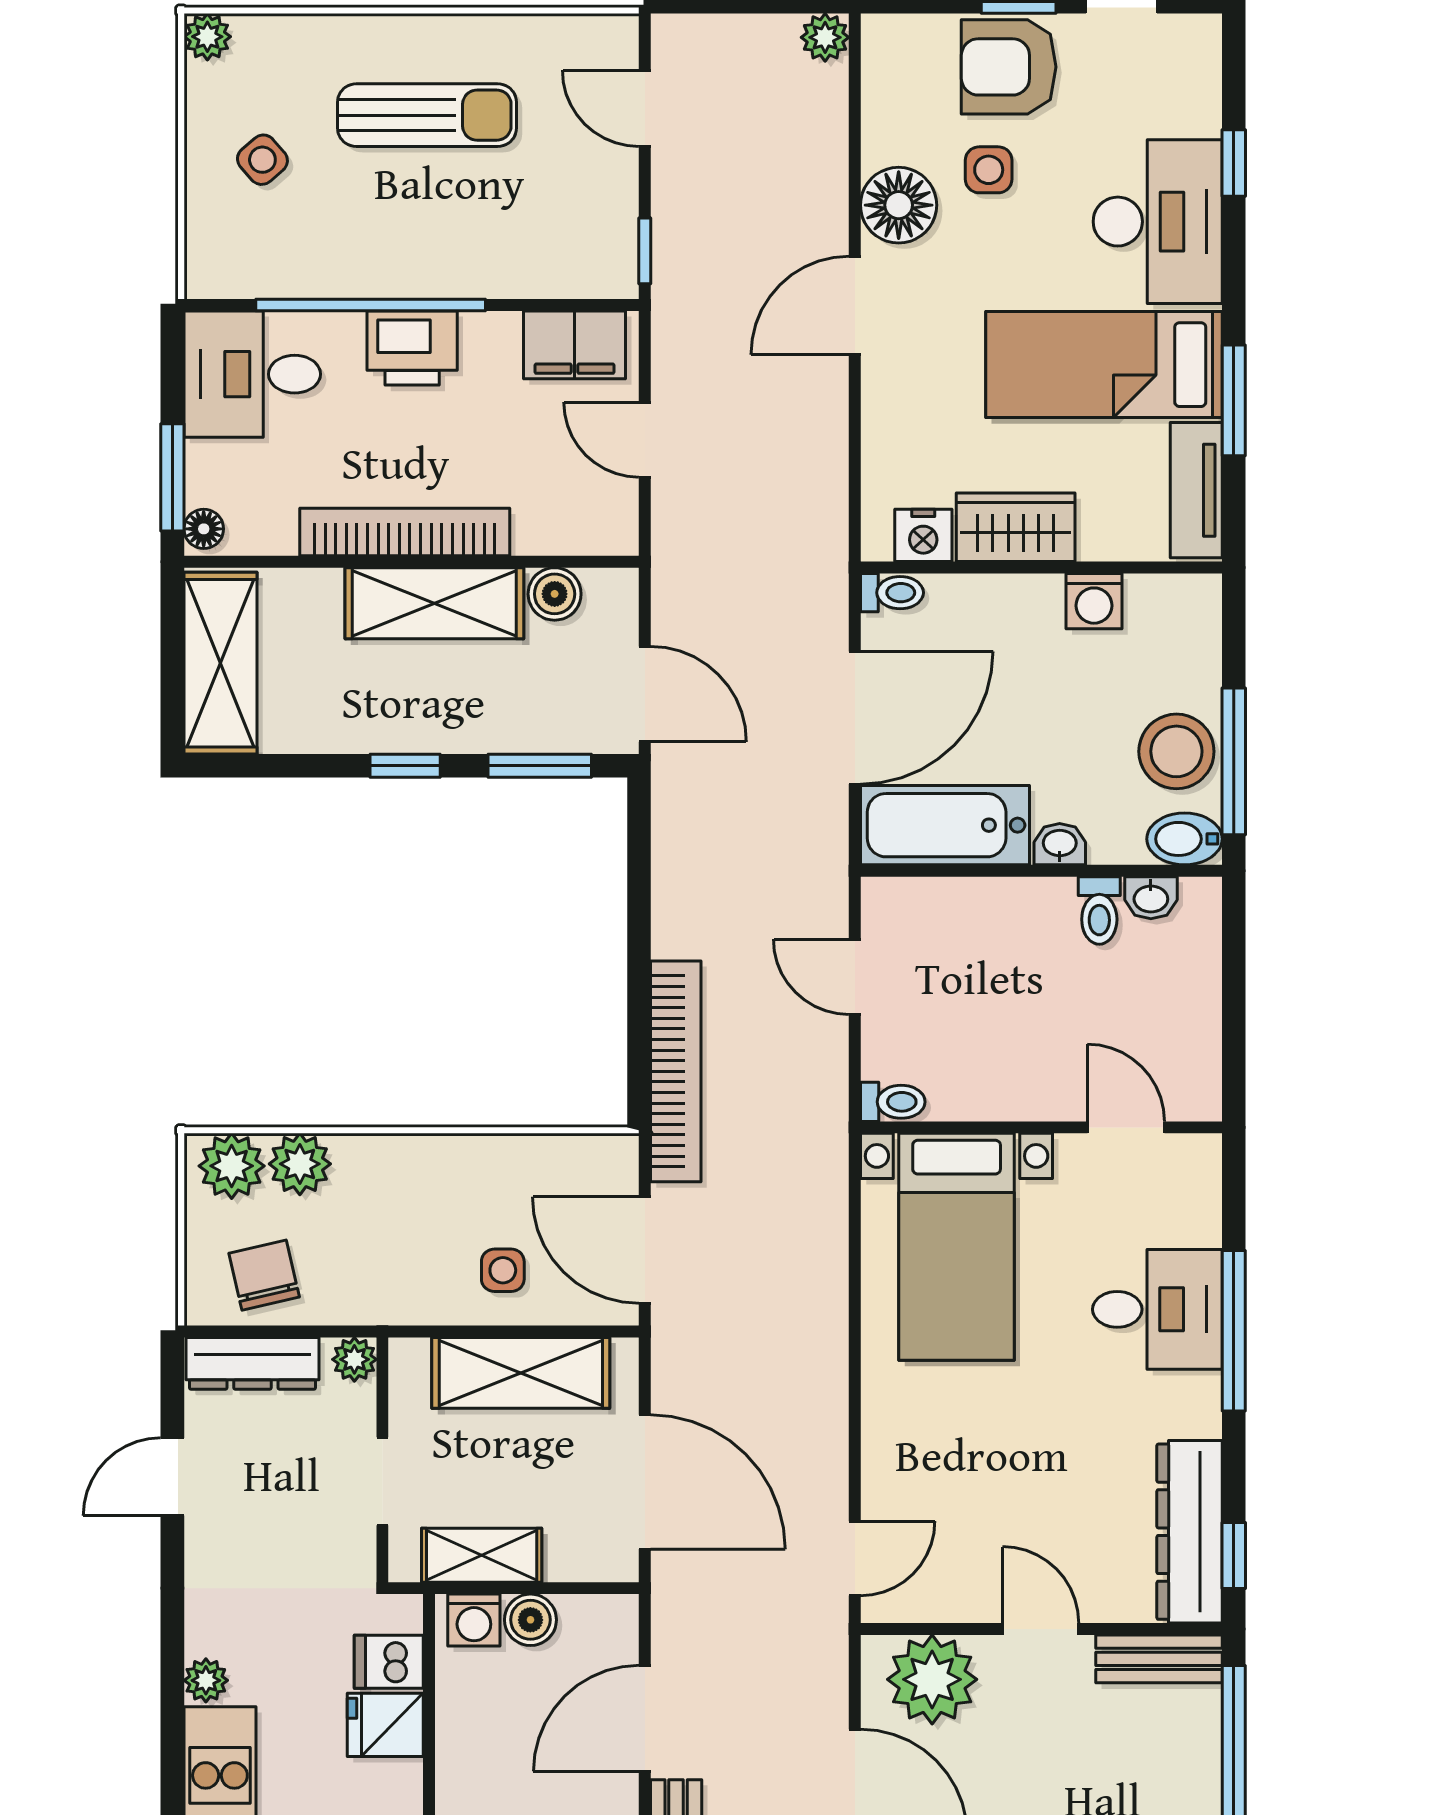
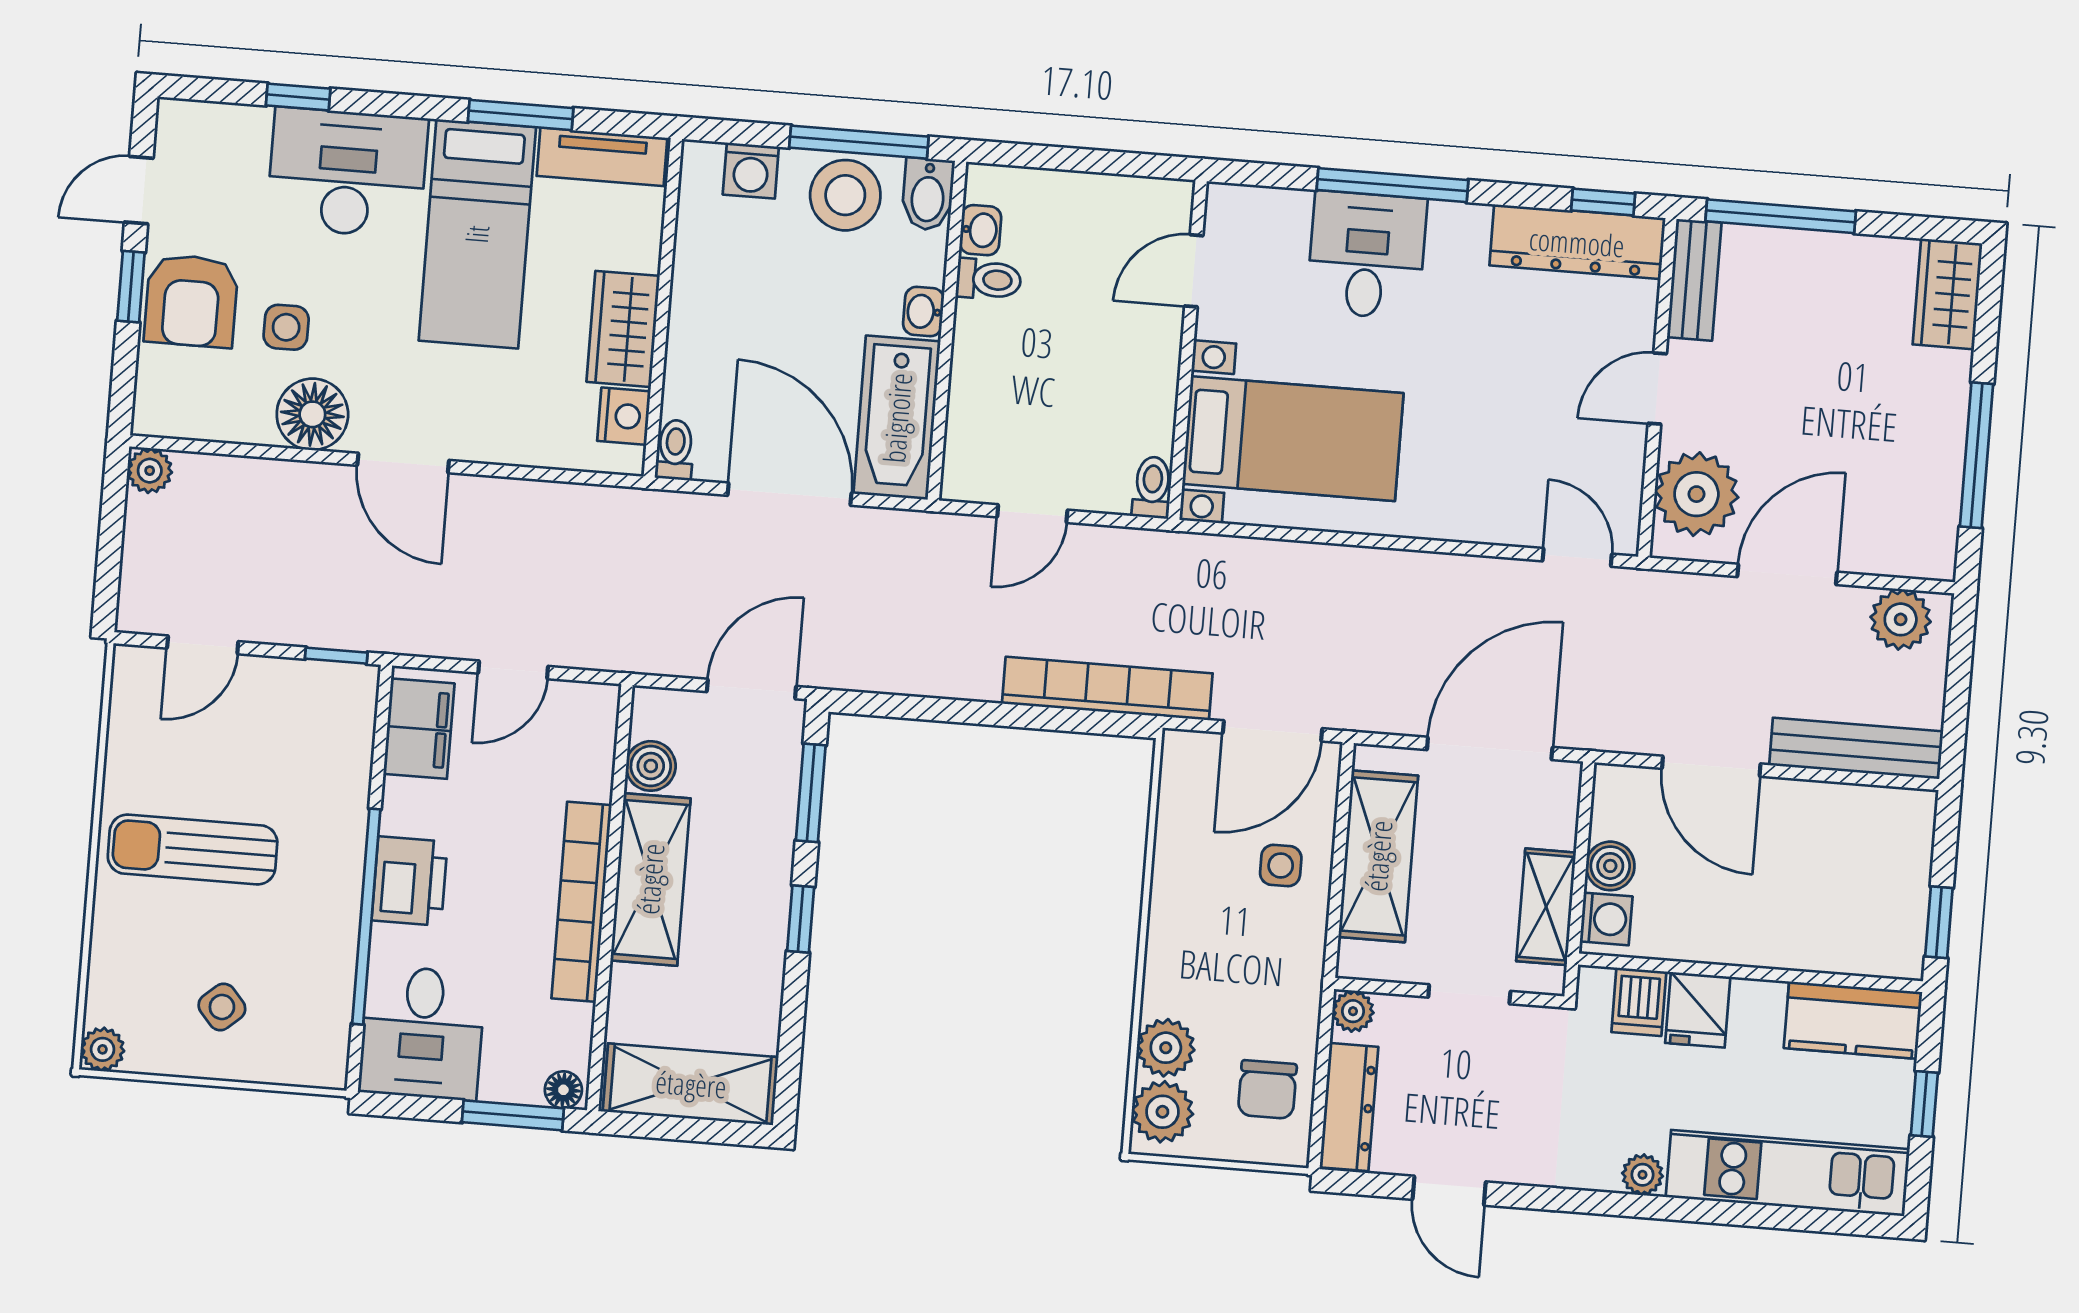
sun lounger: (427, 115) -> (193, 849), turned -90
washing machine: (1094, 601) -> (751, 171), moved, turned 90
chair: (264, 1275) -> (1267, 1090), turned -77

